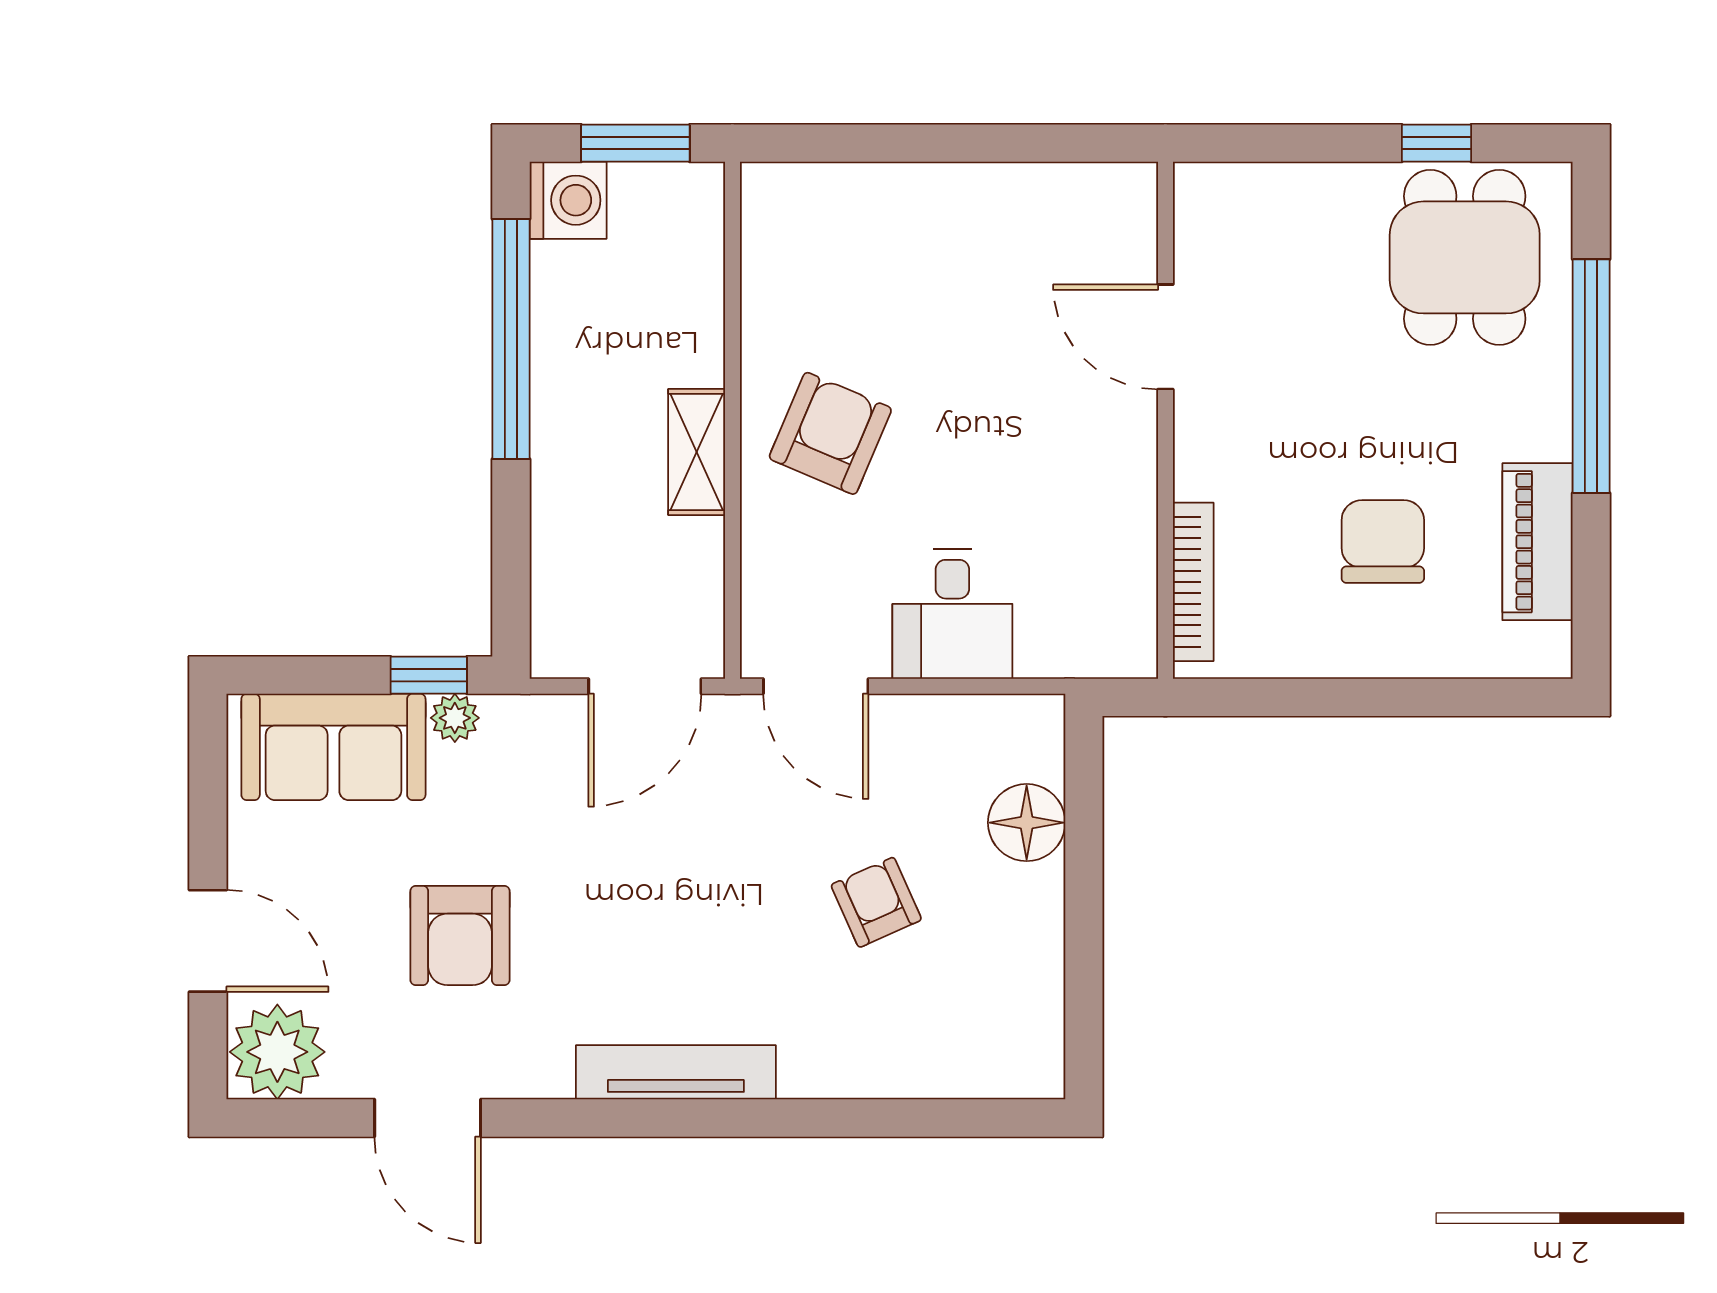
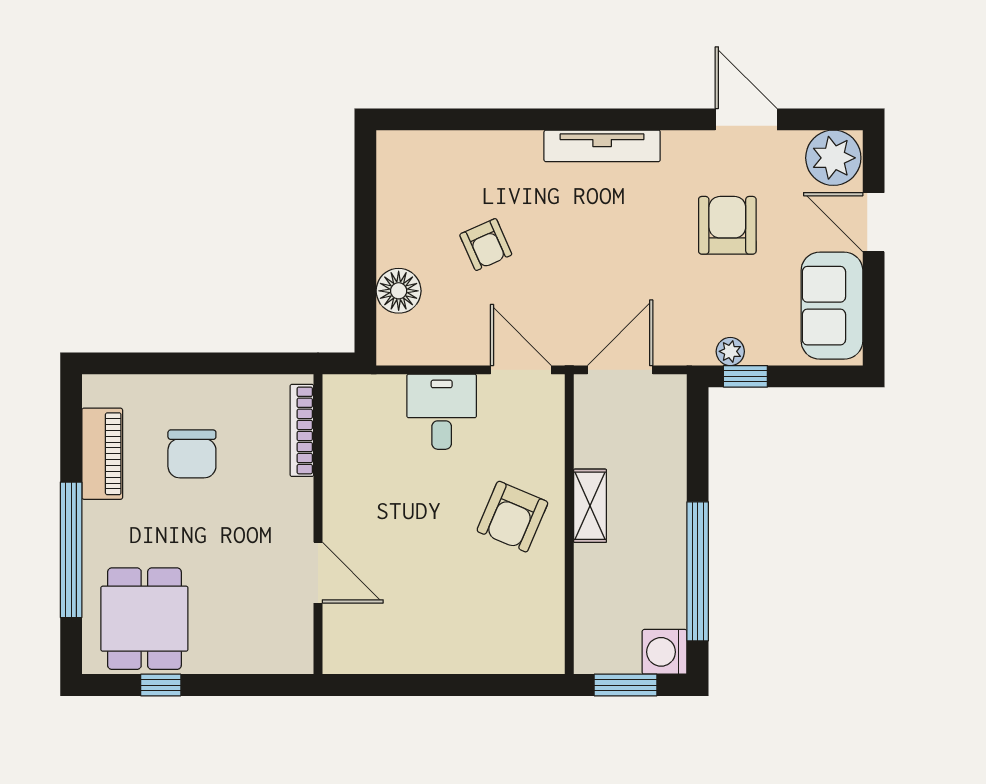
sofa: (333, 747) -> (832, 306), moved, turned -90

